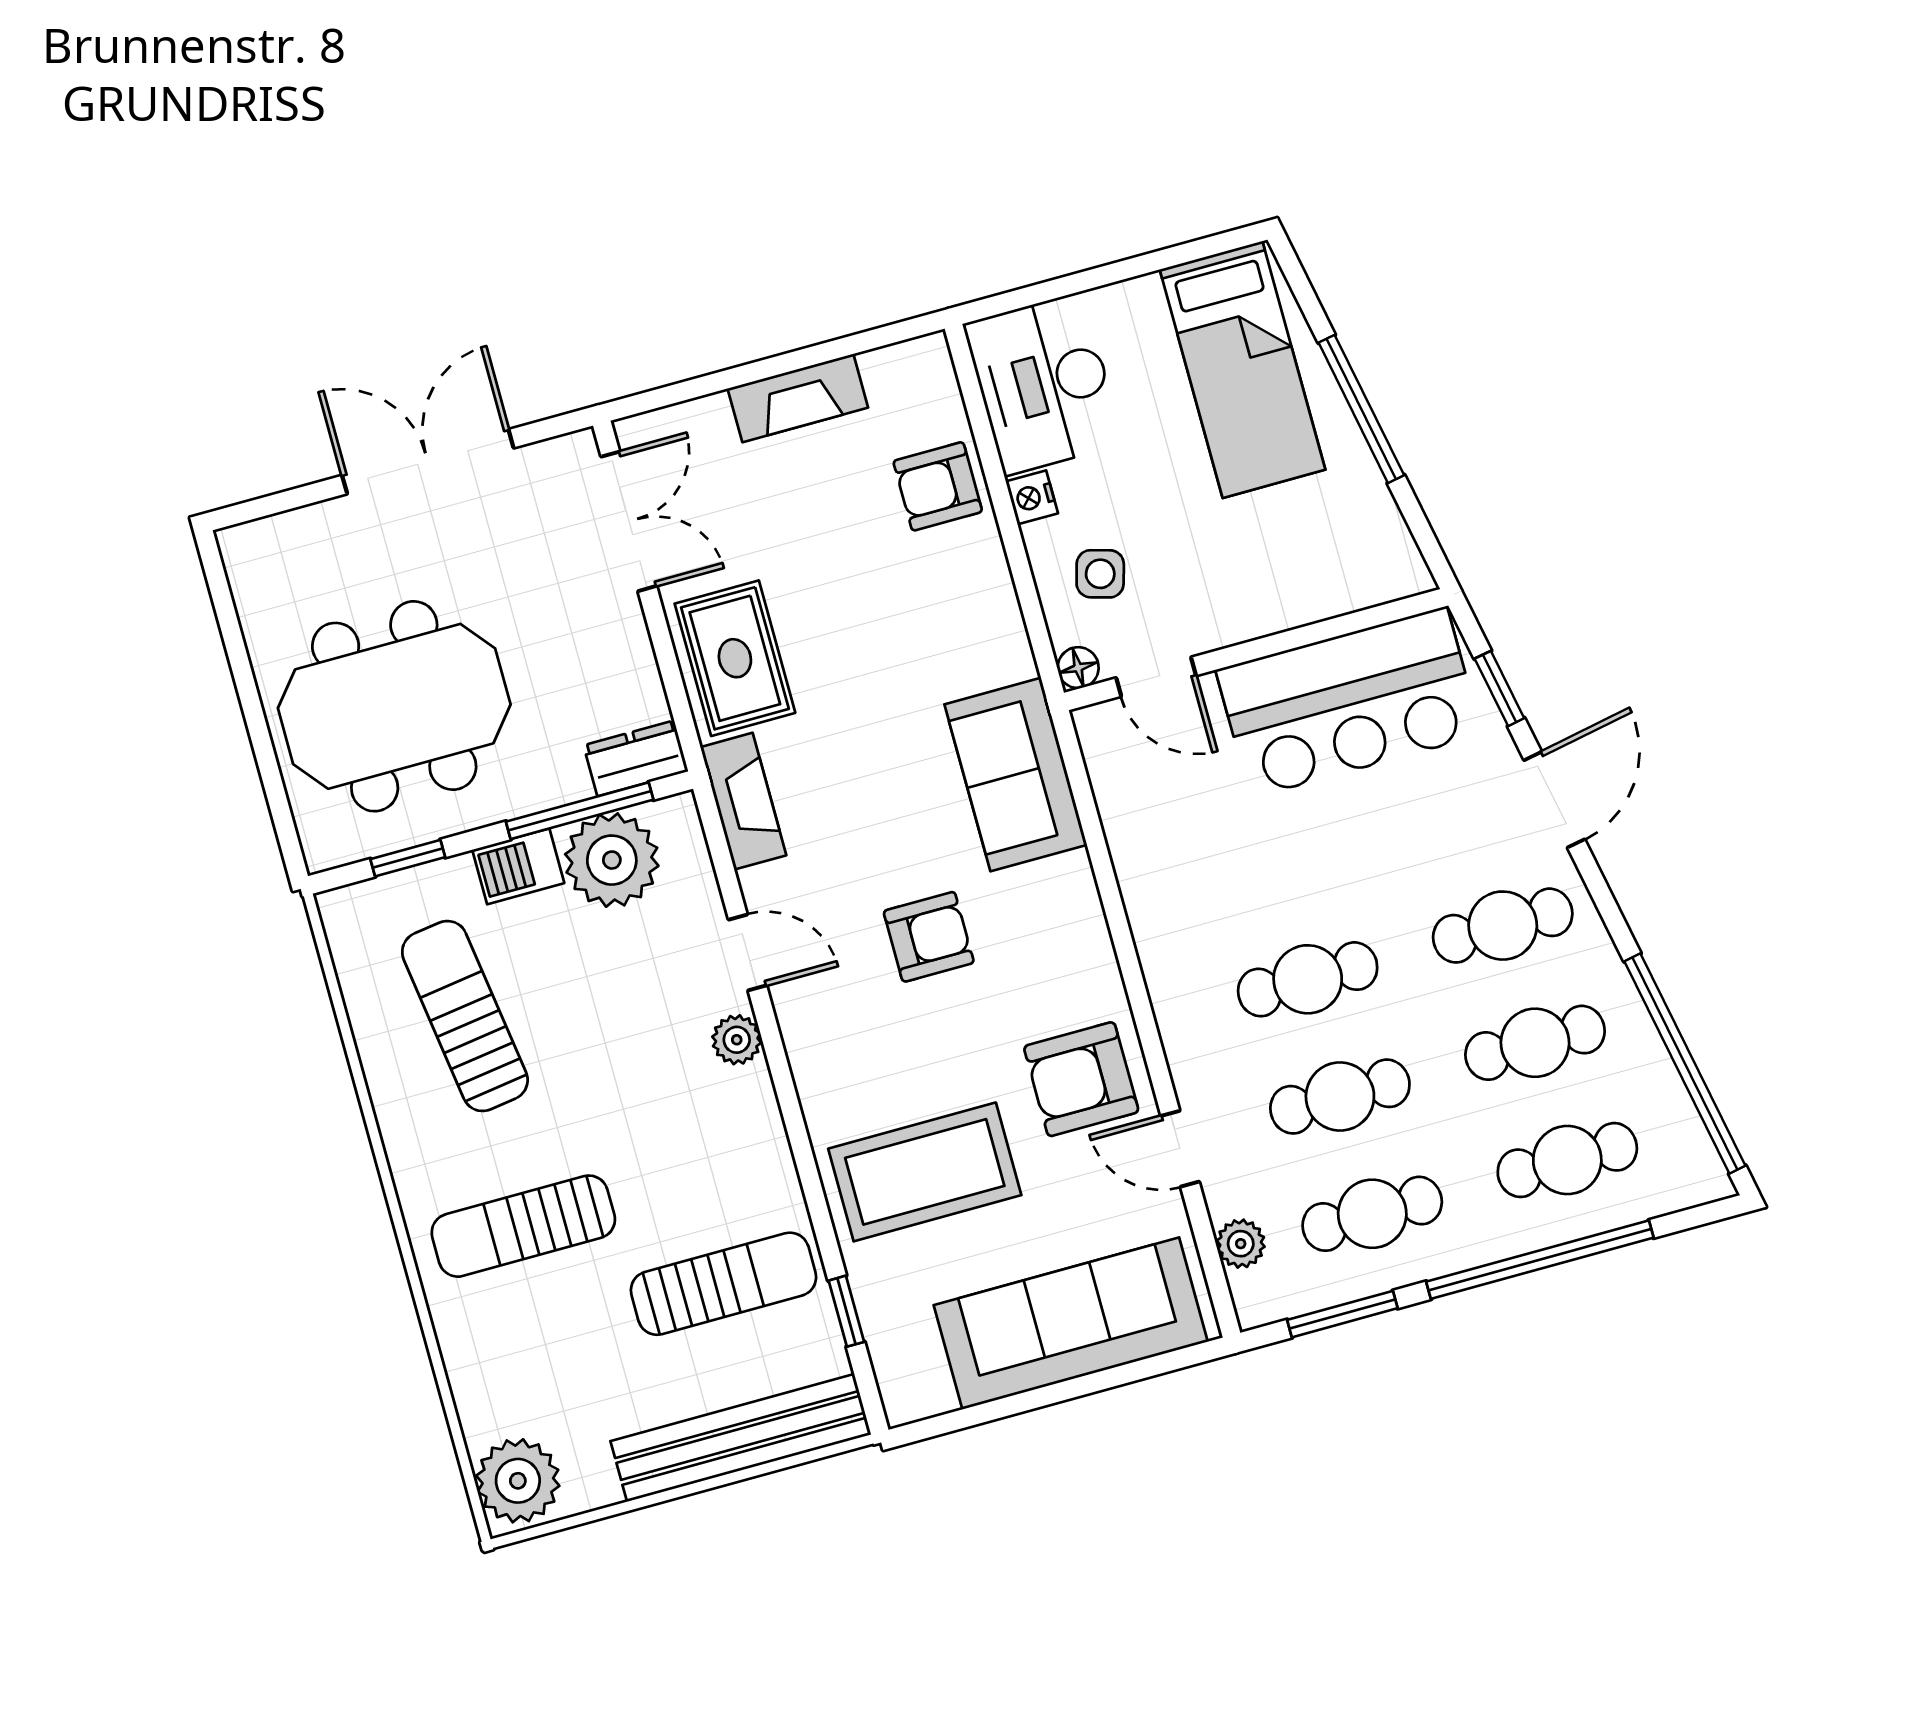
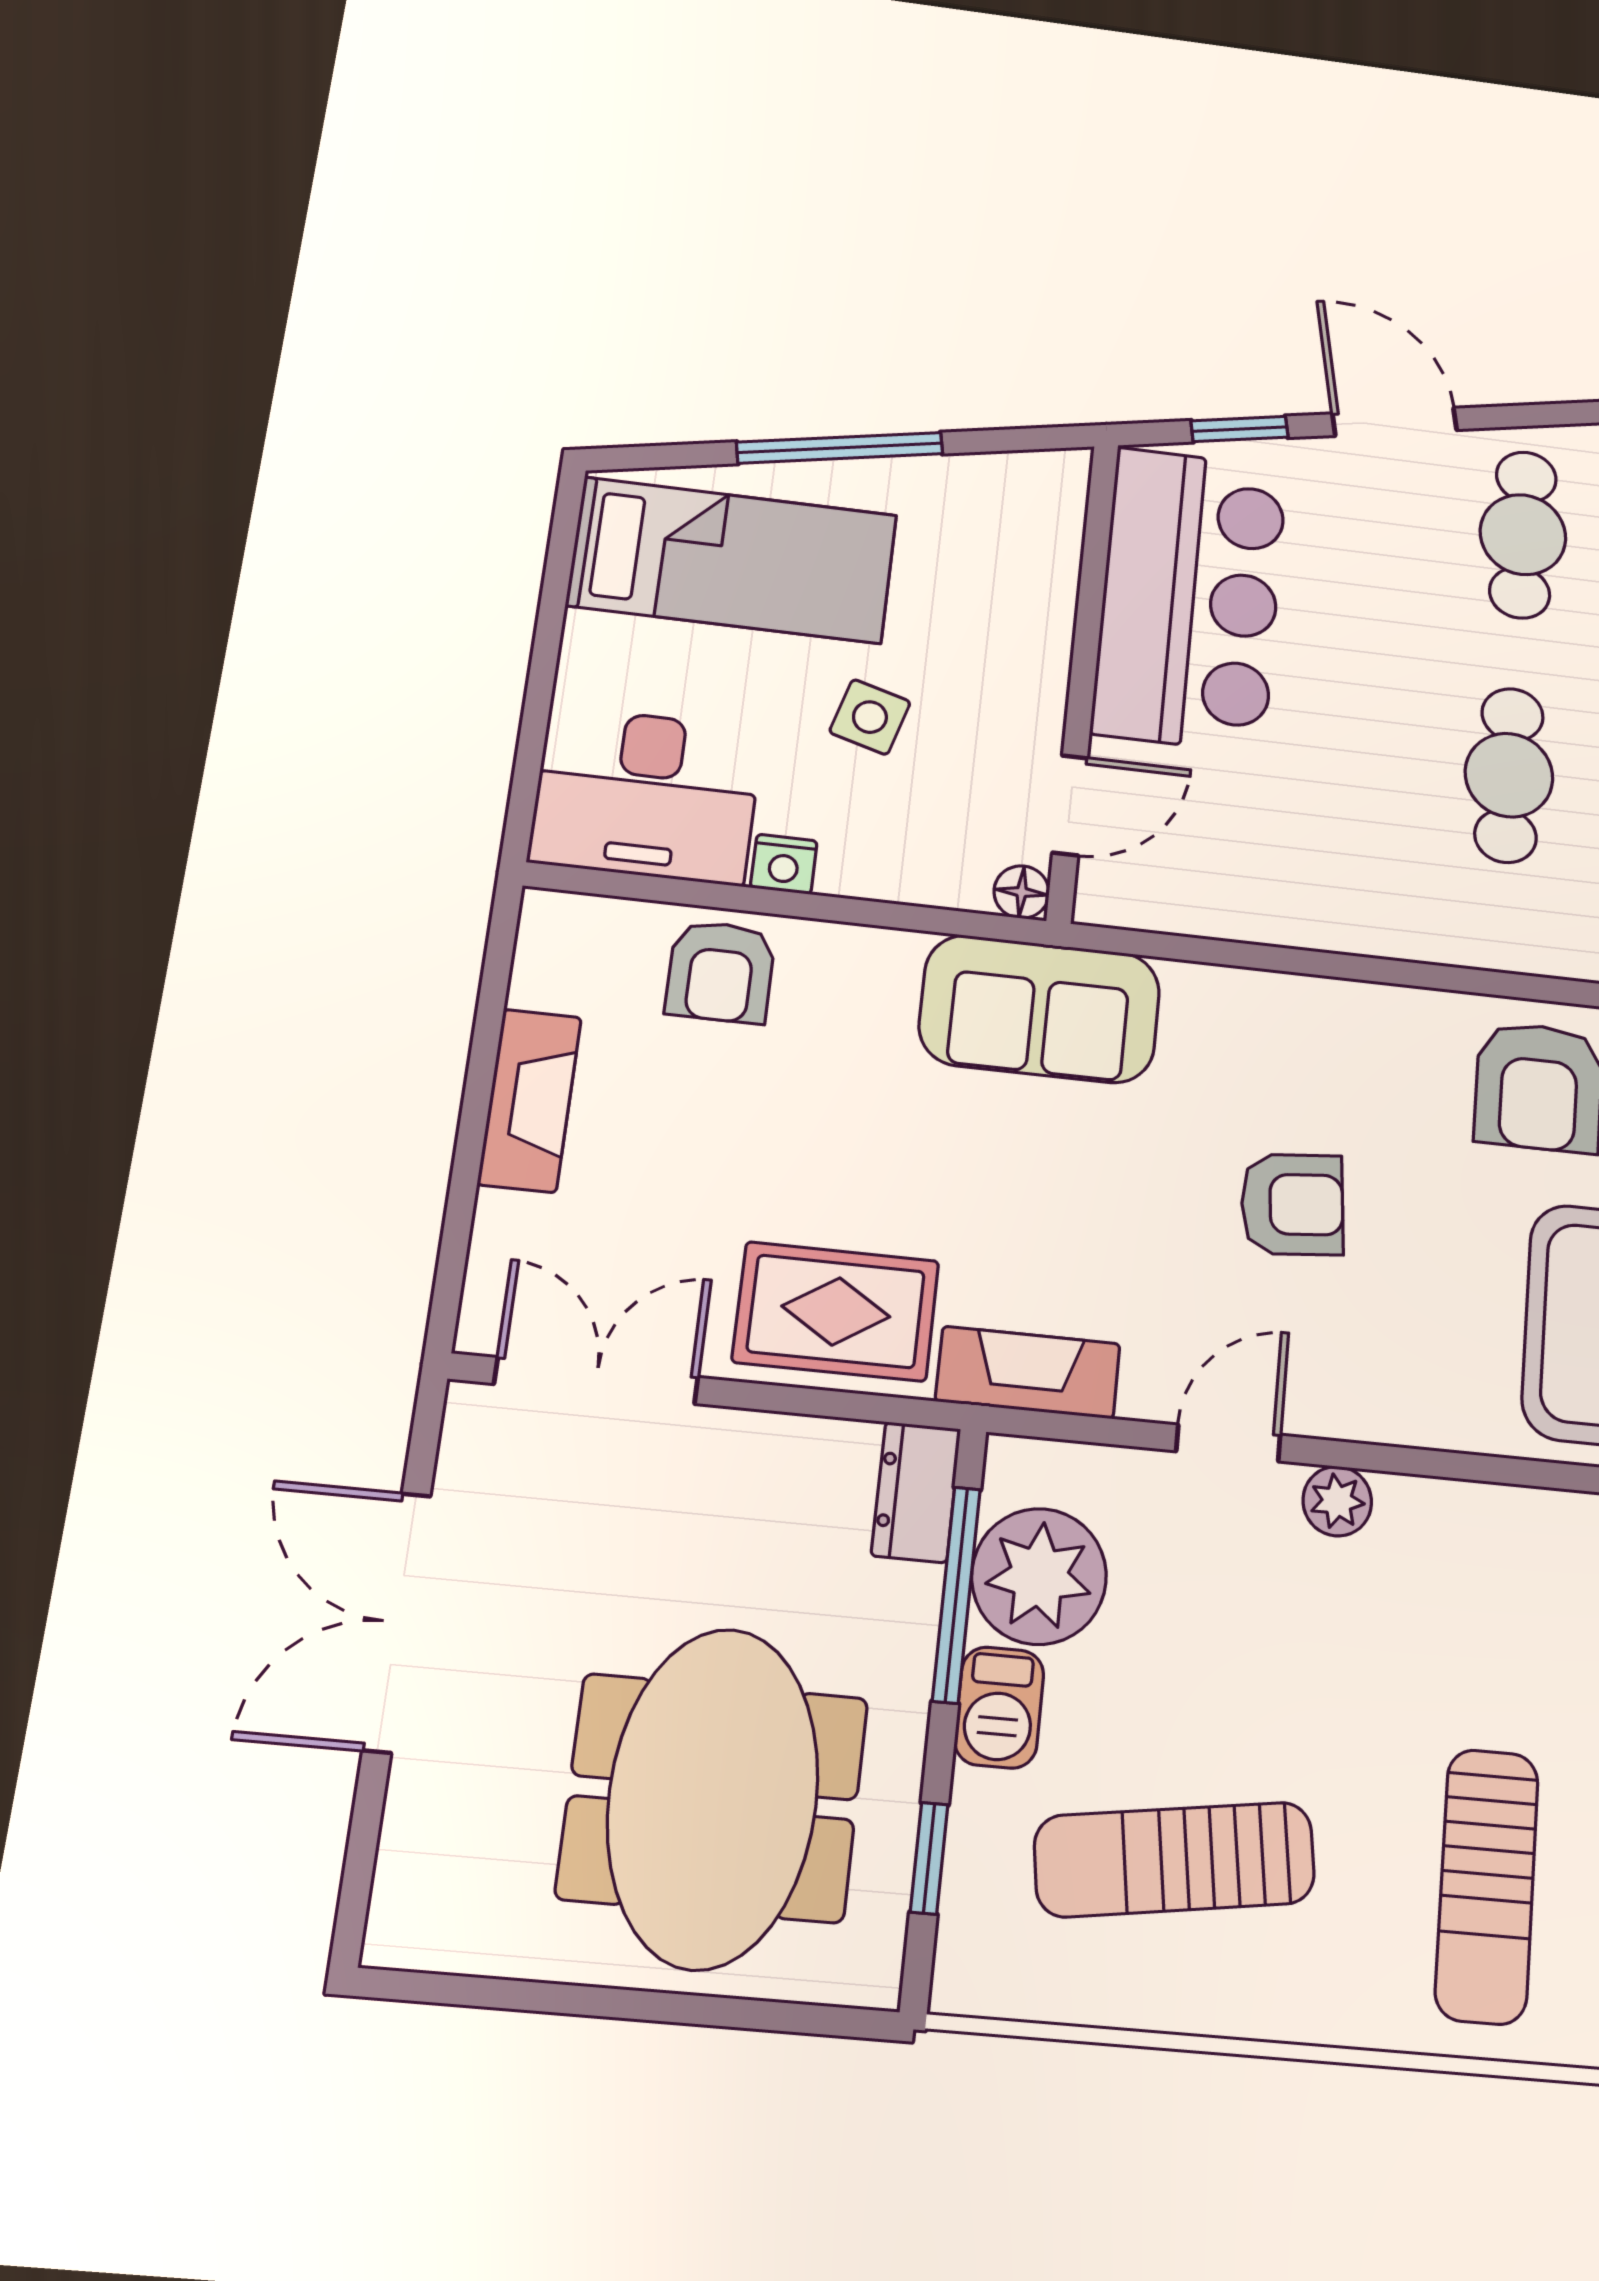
side table: (1100, 574) -> (870, 717), moved
sofa: (1016, 775) -> (1040, 1009), moved
armchair: (929, 937) -> (1292, 1204), turned 85

